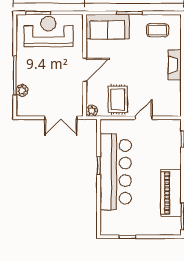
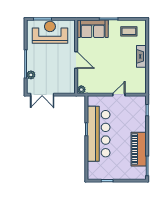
door: (85, 70) -> (76, 60), hinge flipped
rug: (118, 99) -> (100, 81), removed
double door: (61, 118) -> (42, 95), moved

